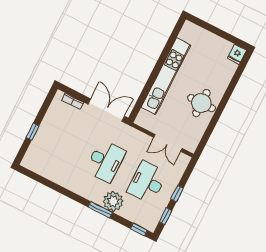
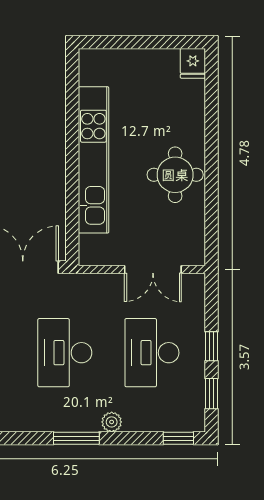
desk: (106, 161) -> (65, 353), turned 180
plant: (113, 201) -> (112, 422), width x0.53, depth x0.53
window: (100, 210) -> (76, 438), moved

